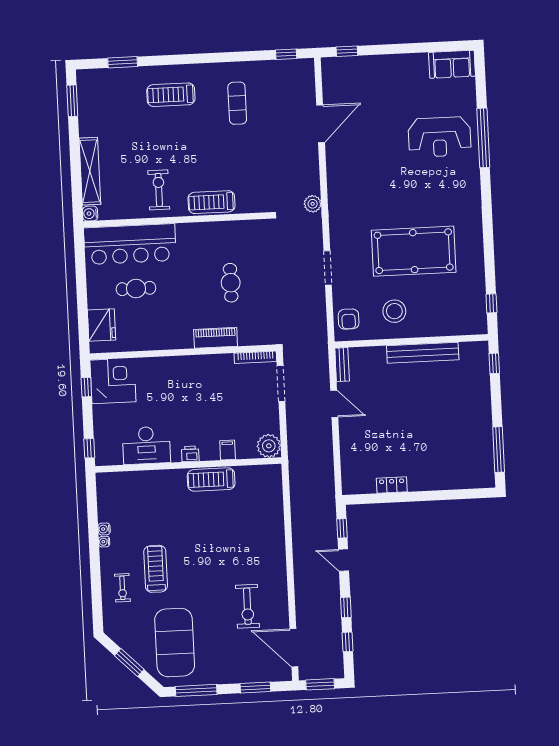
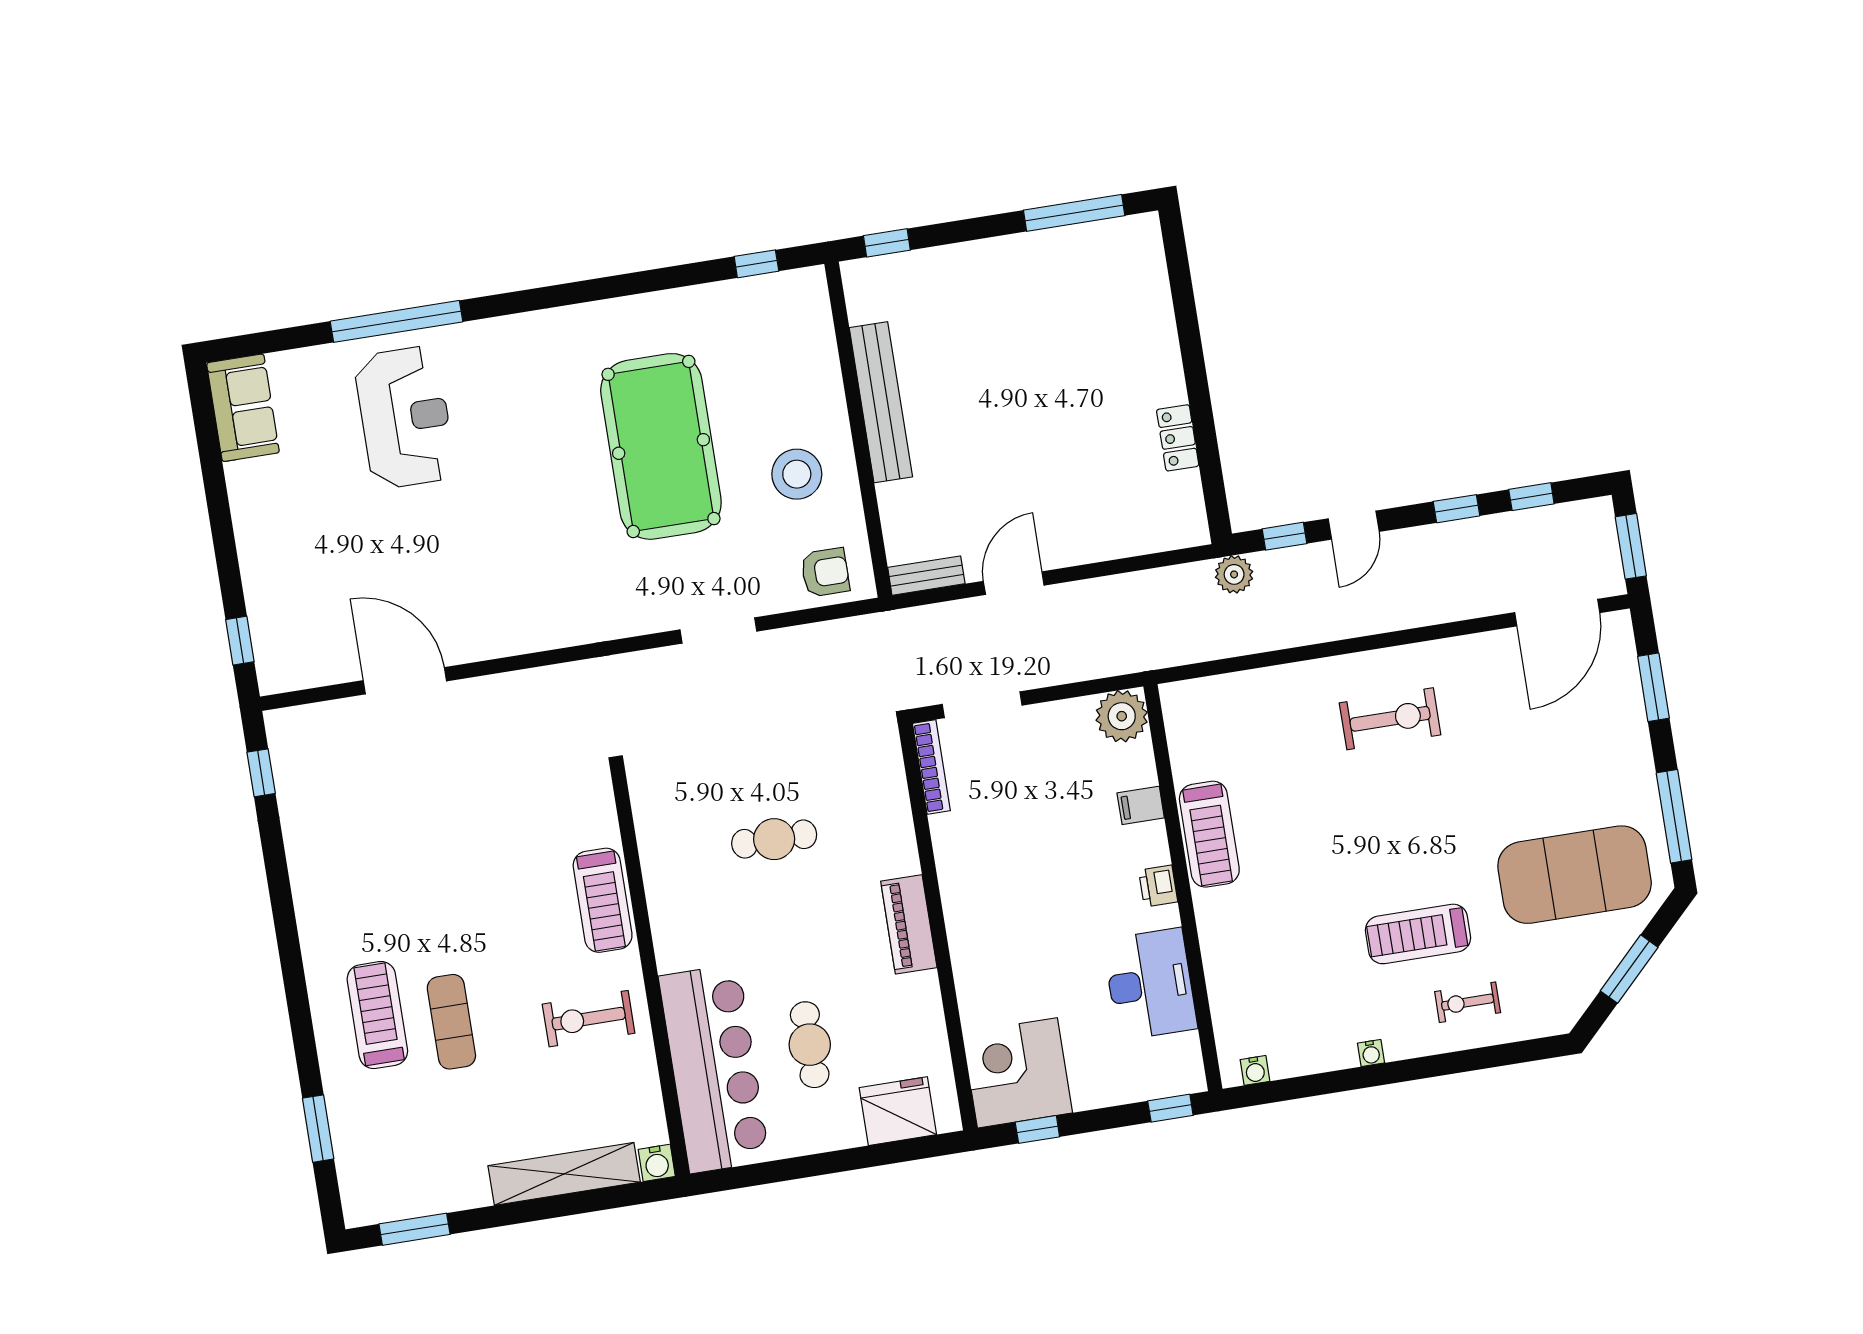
treadmill: (171, 95) -> (377, 1015), turned 180
exercise mat: (237, 103) -> (451, 1022), moved, turned 90
plant: (313, 204) -> (1234, 574), moved
piano: (216, 338) -> (909, 924), moved
water cooler: (104, 529) -> (1255, 1070), moved
exercise bike: (122, 588) -> (1468, 1002), turned 180
exercise bike: (247, 606) -> (1390, 719), moved

